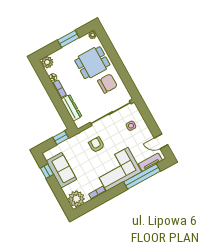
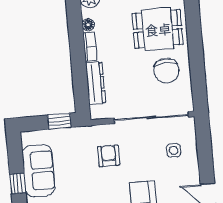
chair: (107, 83) -> (166, 71), turned 90
window: (47, 171) -> (18, 183), moved

